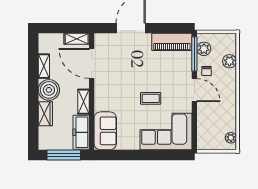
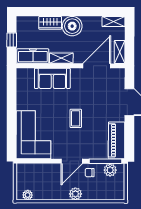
plant: (229, 61) -> (75, 194), moved
shelving: (44, 66) -> (113, 22), moved
coffee table: (151, 98) -> (76, 118), moved
sofa: (105, 131) -> (52, 78), moved
window: (64, 155) -> (12, 40), width x0.46

